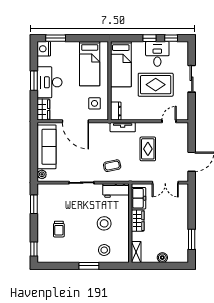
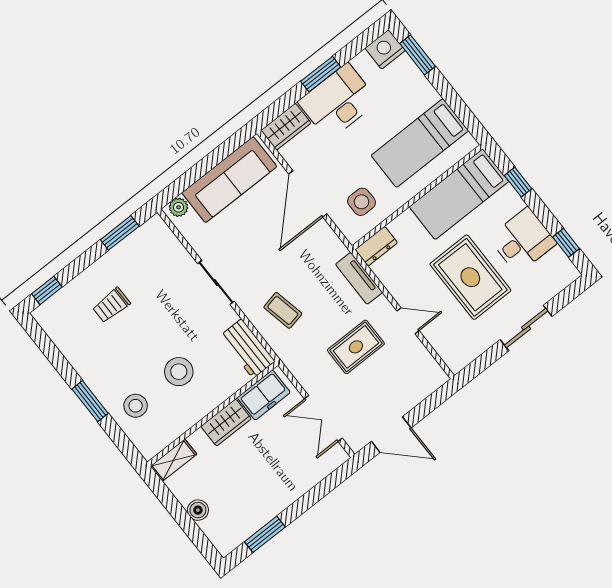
window: (150, 38) -> (518, 182), moved
door: (169, 121) -> (408, 321), moved

